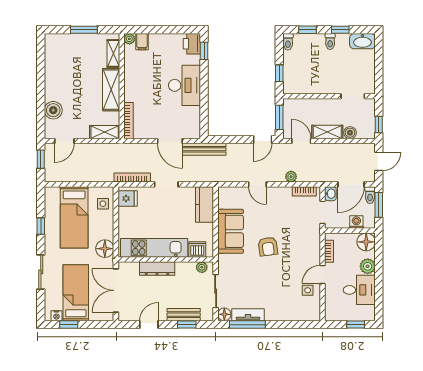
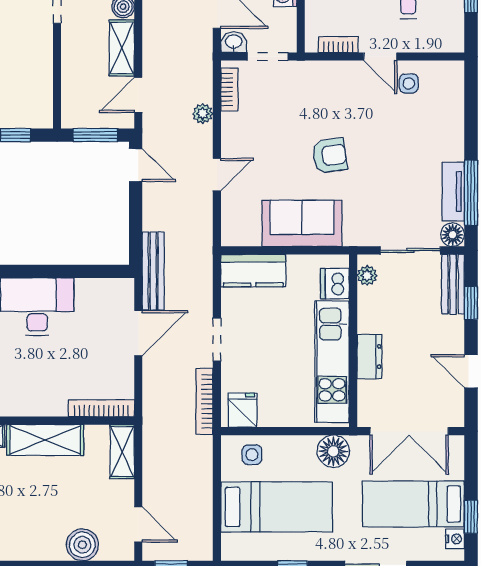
dresser: (157, 269) -> (369, 357), width x0.70
bench: (184, 315) -> (453, 284), moved

